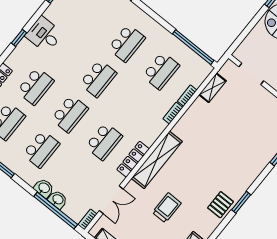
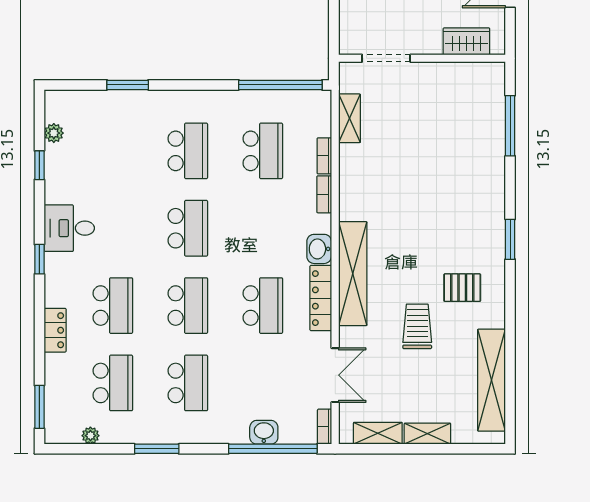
washbasin: (44, 188) -> (319, 249), moved, turned -90
pallet: (221, 205) -> (462, 288), moved, turned 90

